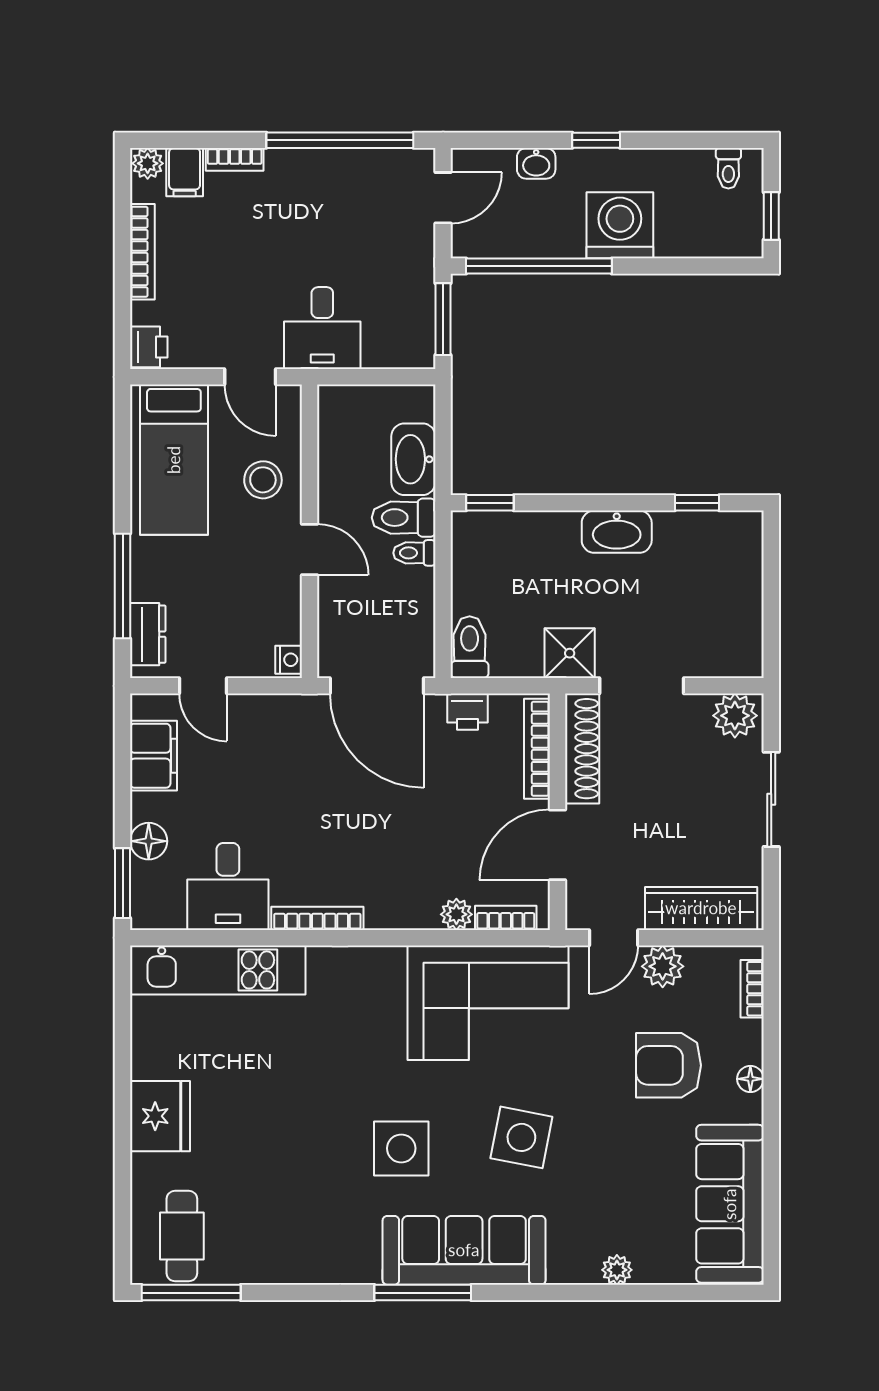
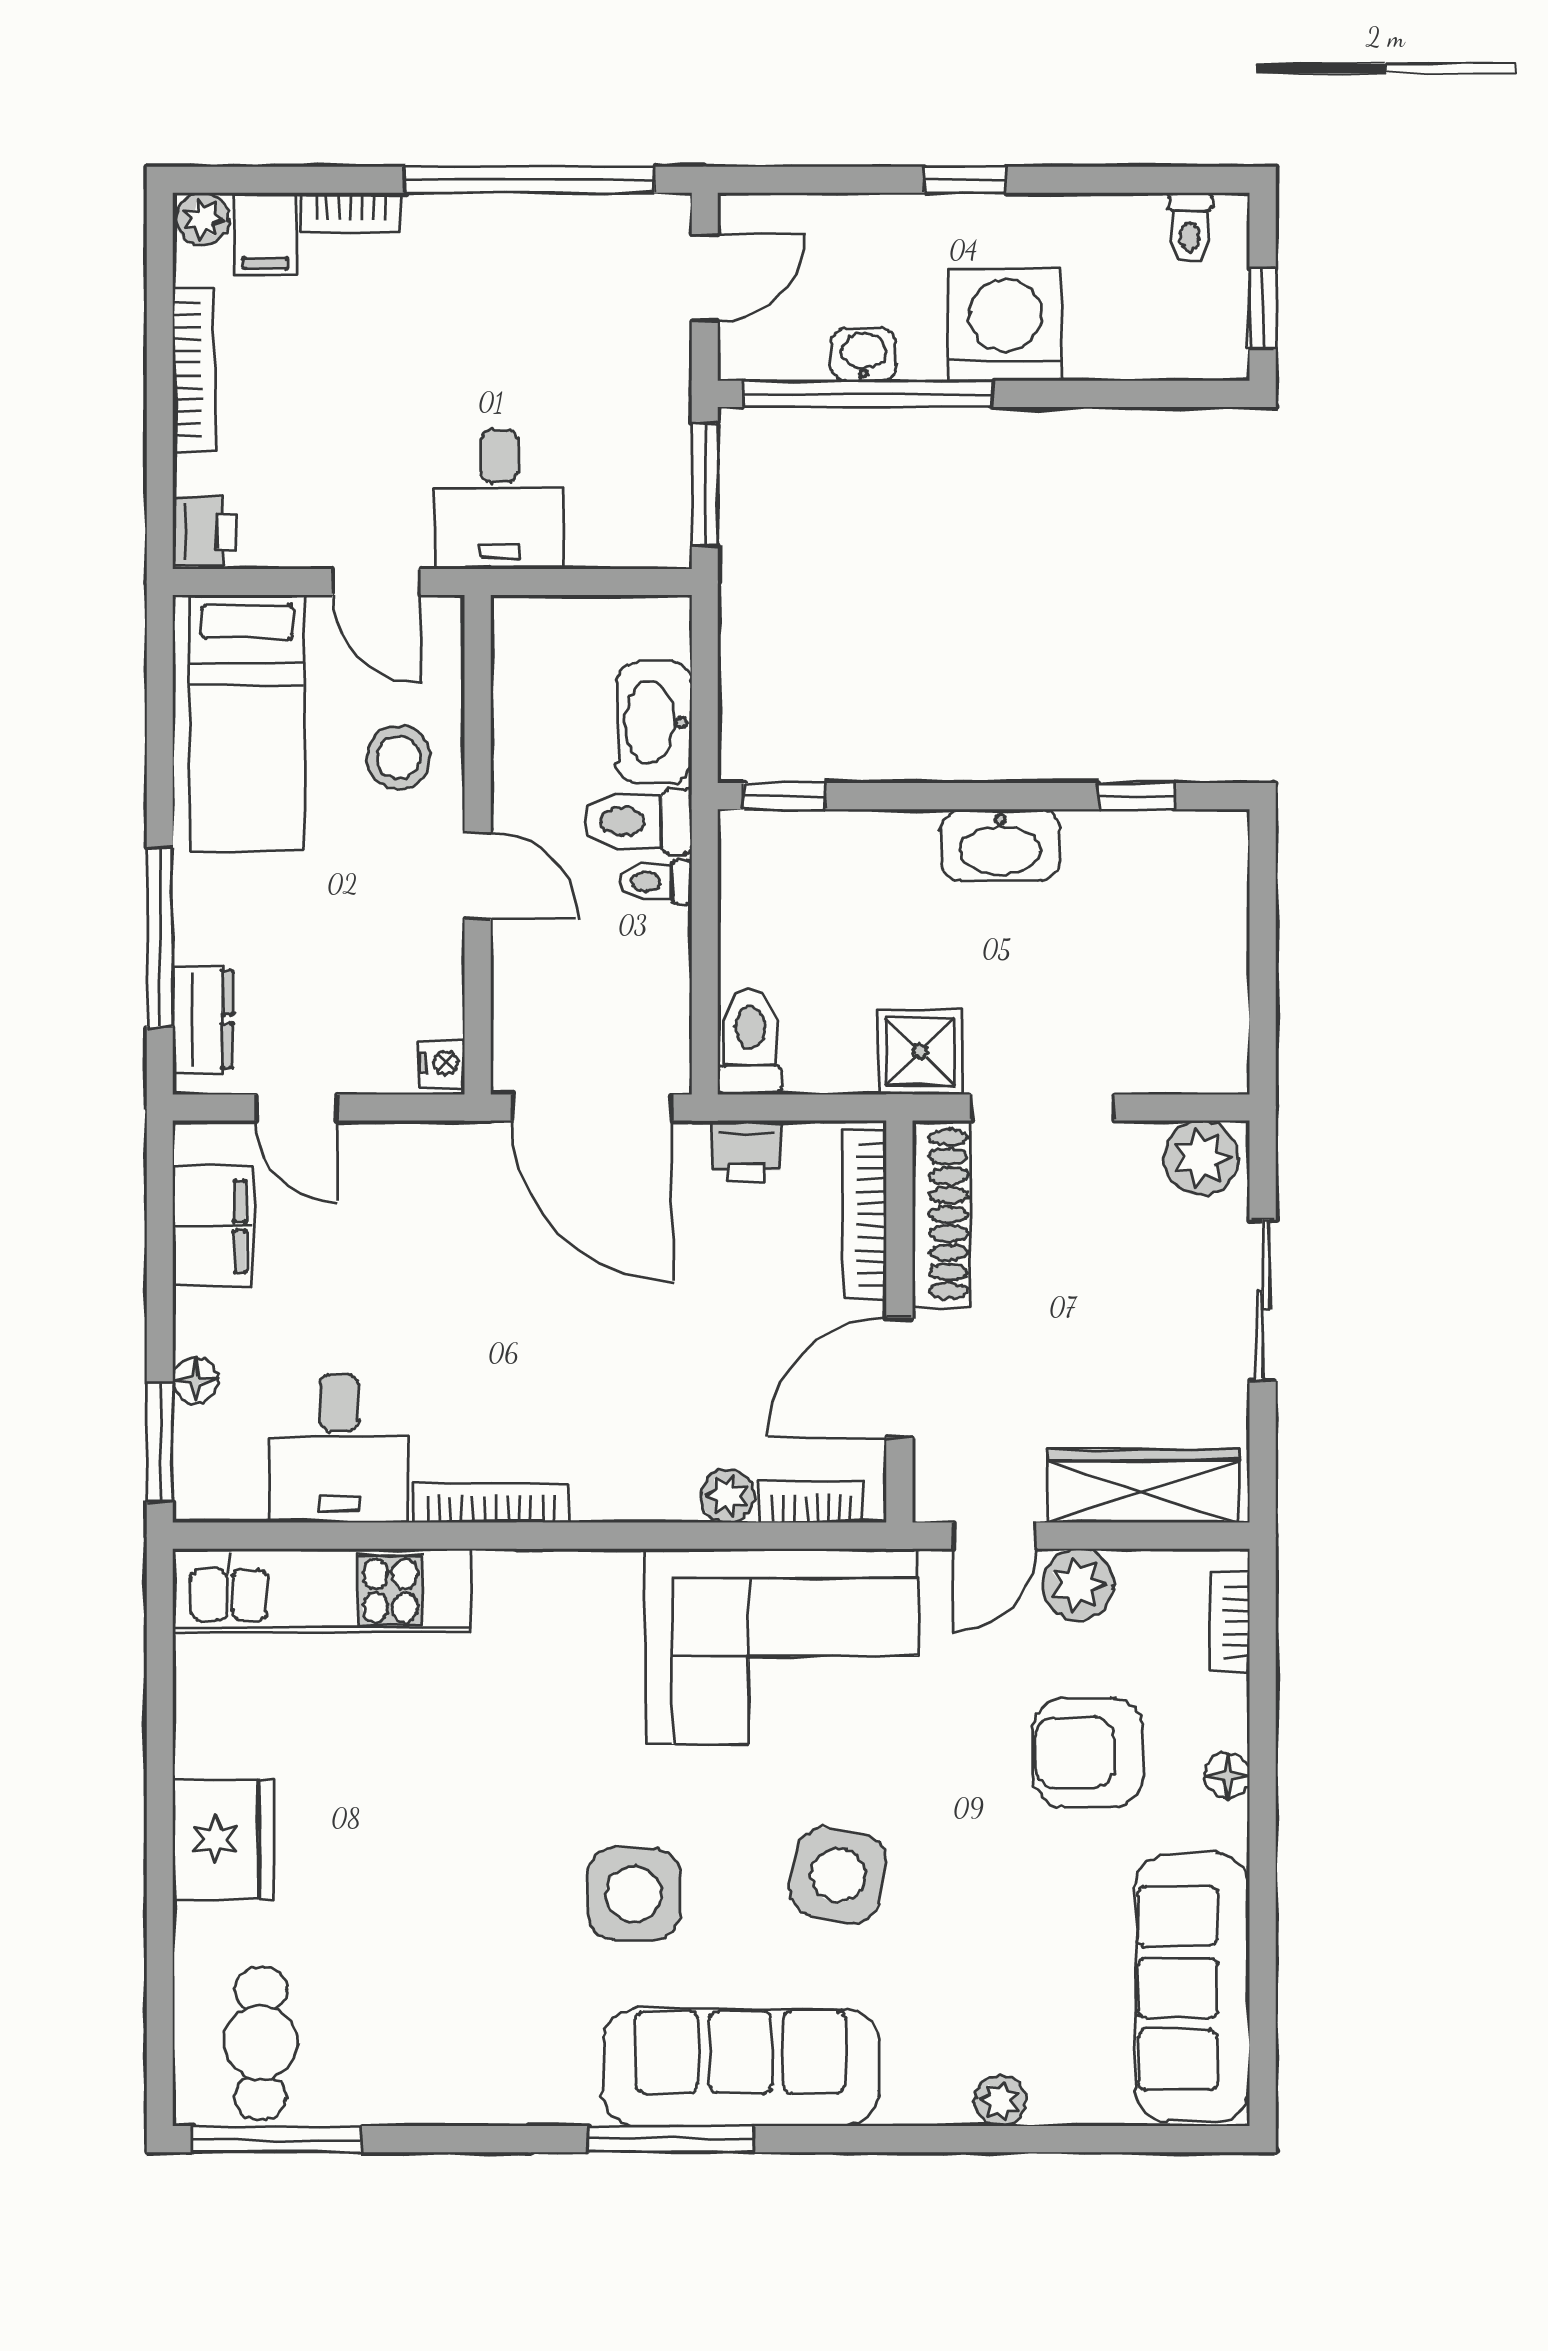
washbasin: (536, 163) -> (863, 355), moved, turned 180
floor lamp: (149, 841) -> (196, 1380), width x0.73, depth x0.73

